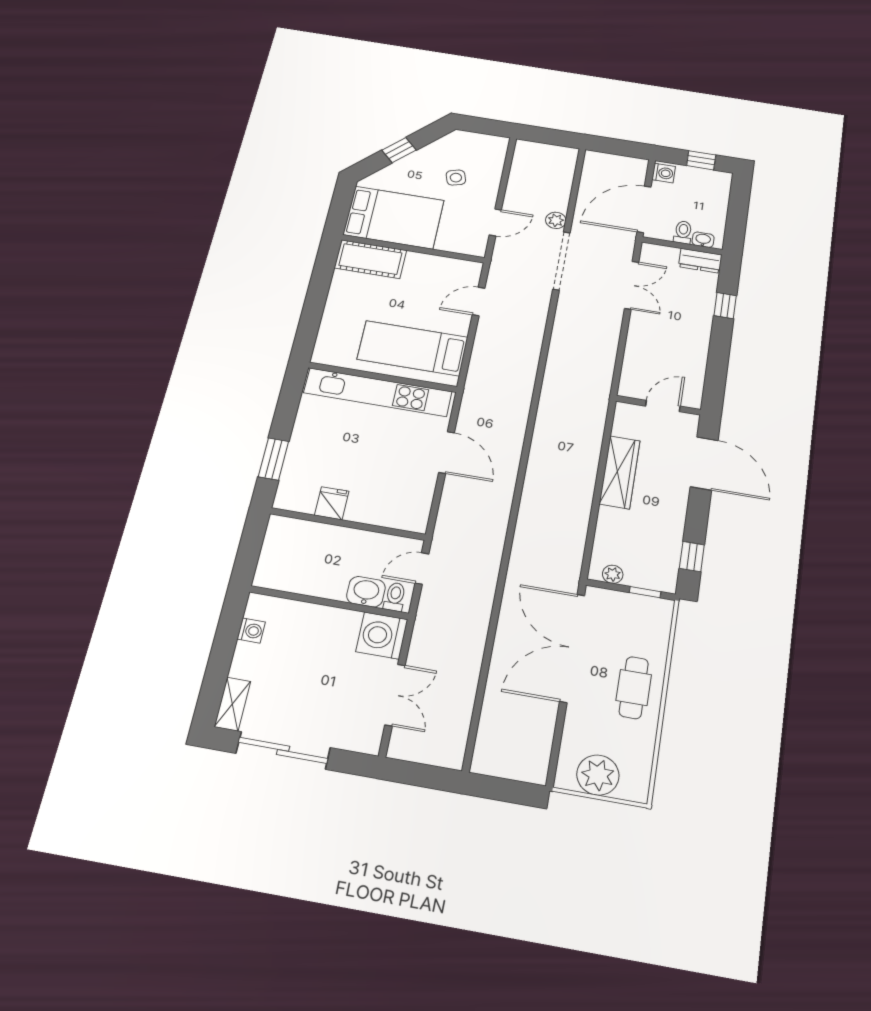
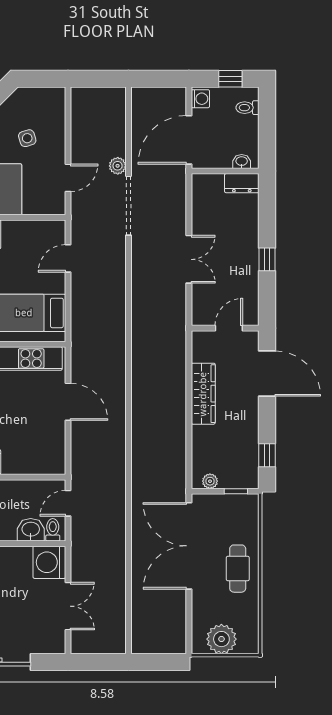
toilet: (683, 232) -> (248, 108), moved, turned -90
double door: (632, 285) -> (189, 259), moved
window: (725, 306) -> (267, 259), moved

